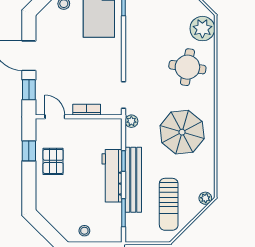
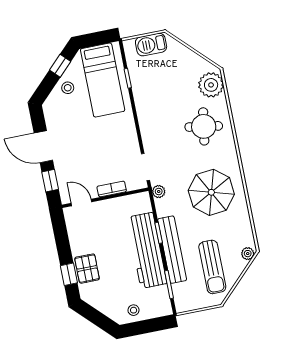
window: (29, 151) -> (69, 274), moved
pallet: (53, 161) -> (87, 269), moved
workbench: (112, 176) -> (147, 250), width x1.36, depth x1.32

